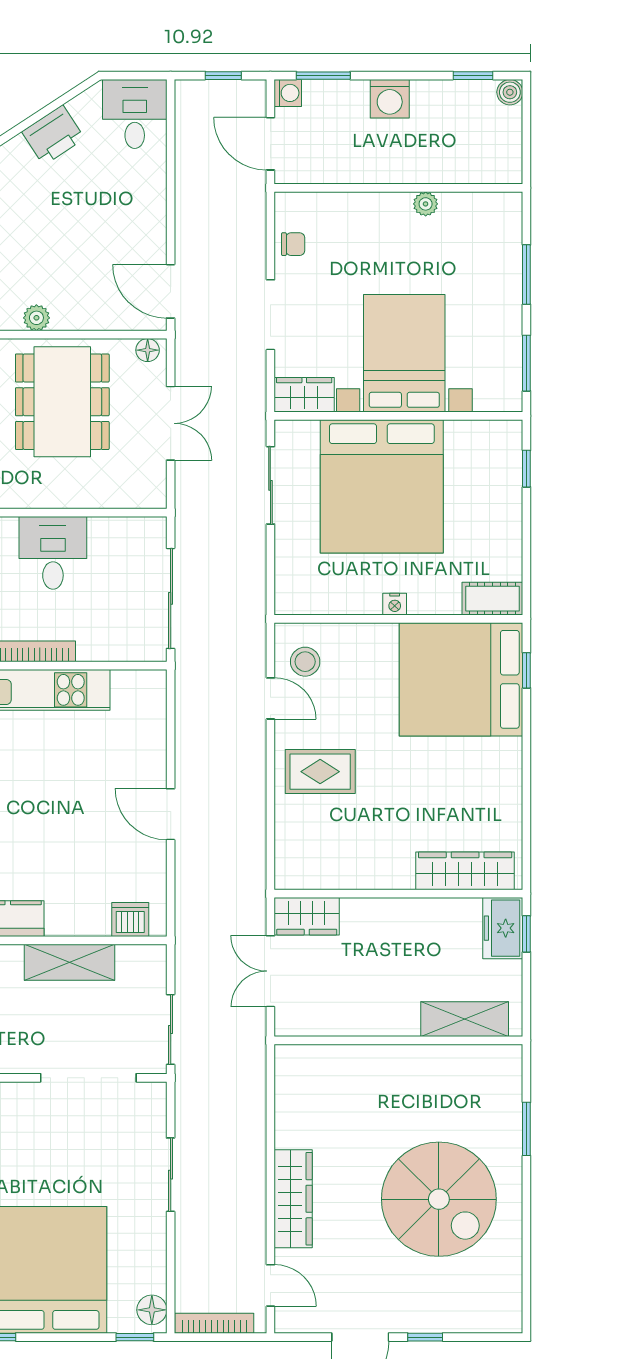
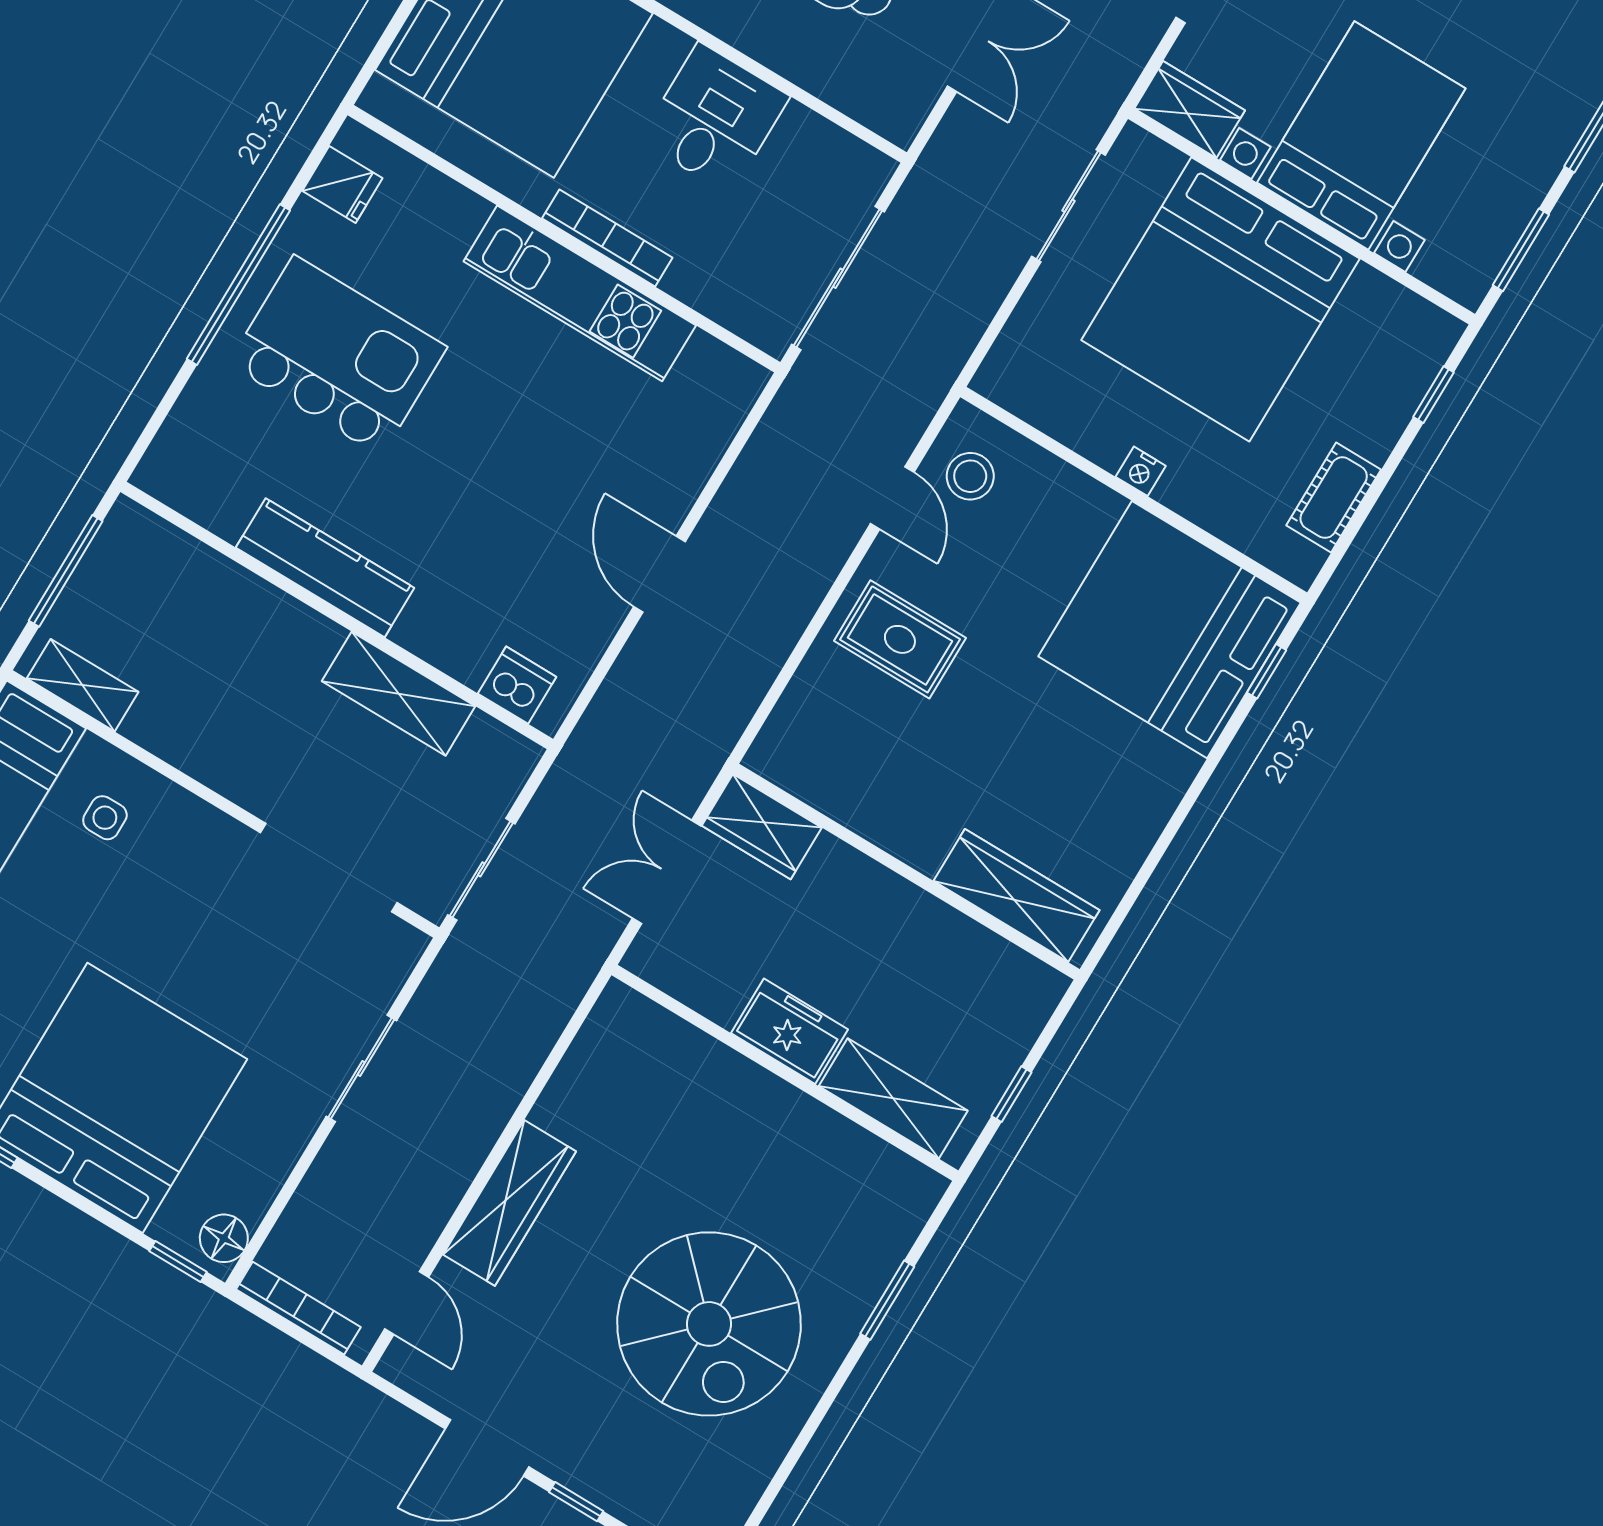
cot: (492, 599) -> (1334, 498), moved, turned 90
freezer: (503, 928) -> (790, 1031), moved, turned 90
window: (526, 934) -> (1011, 1094), moved

